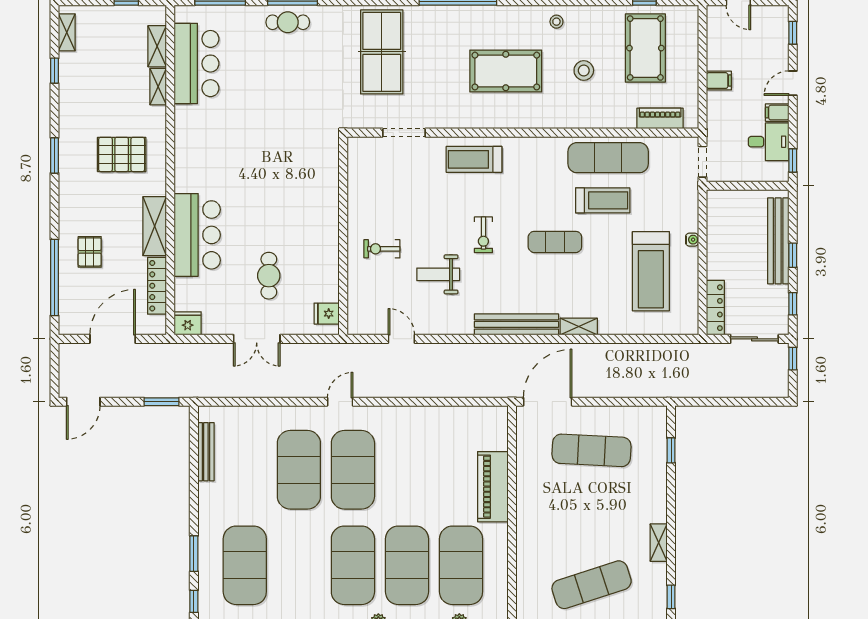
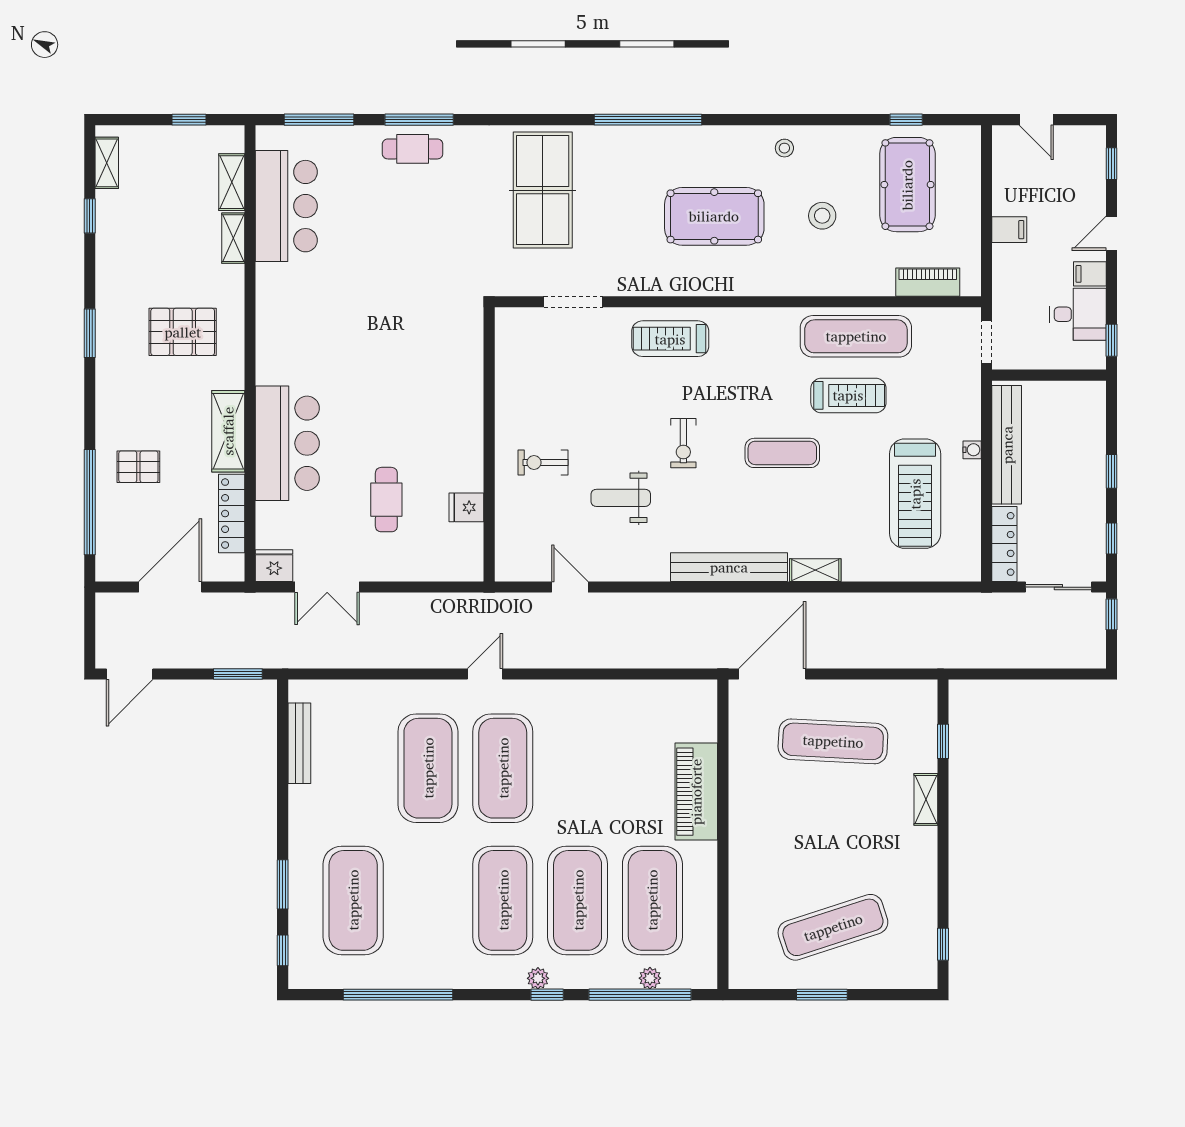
bench: (778, 241) -> (1007, 445), moved
pallet: (90, 252) -> (138, 467), turned 90
fridge: (327, 314) -> (466, 507), moved
double door: (257, 339) -> (327, 587), moved
shelving: (659, 543) -> (926, 799), moved

